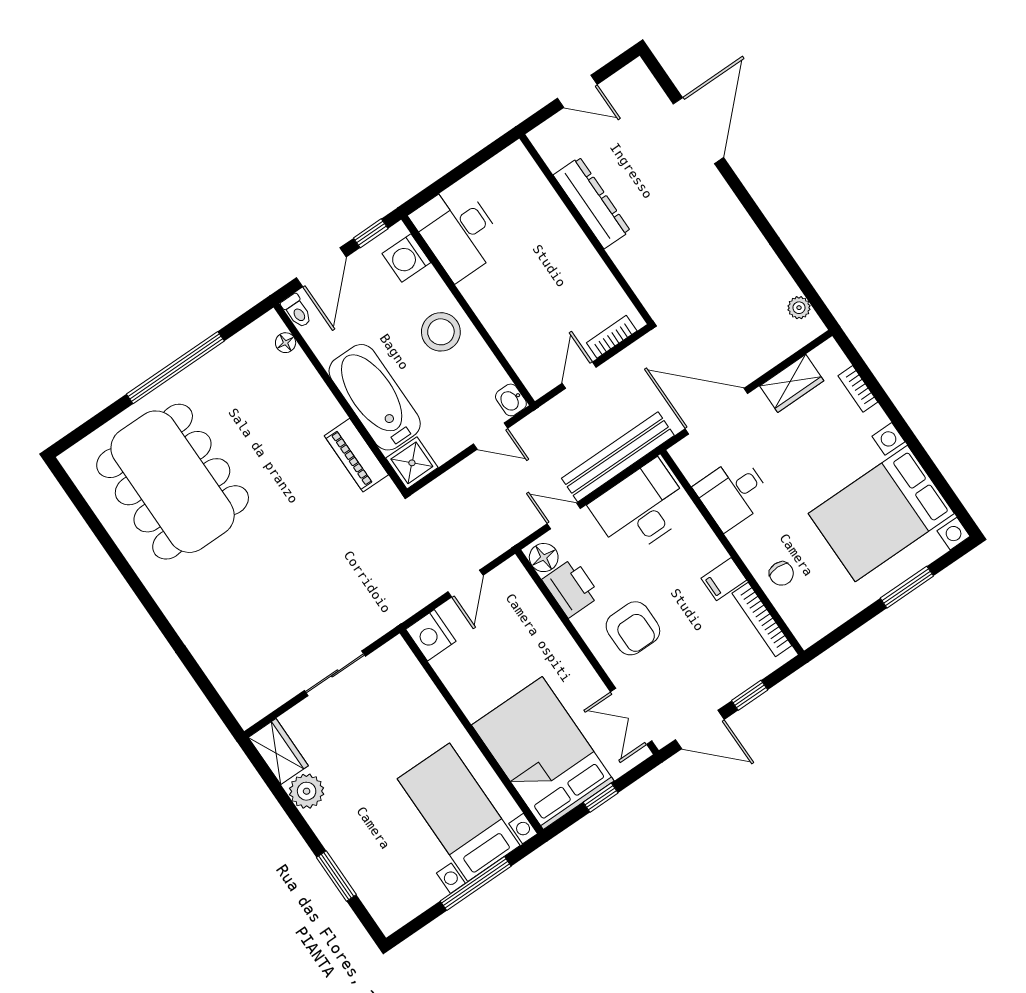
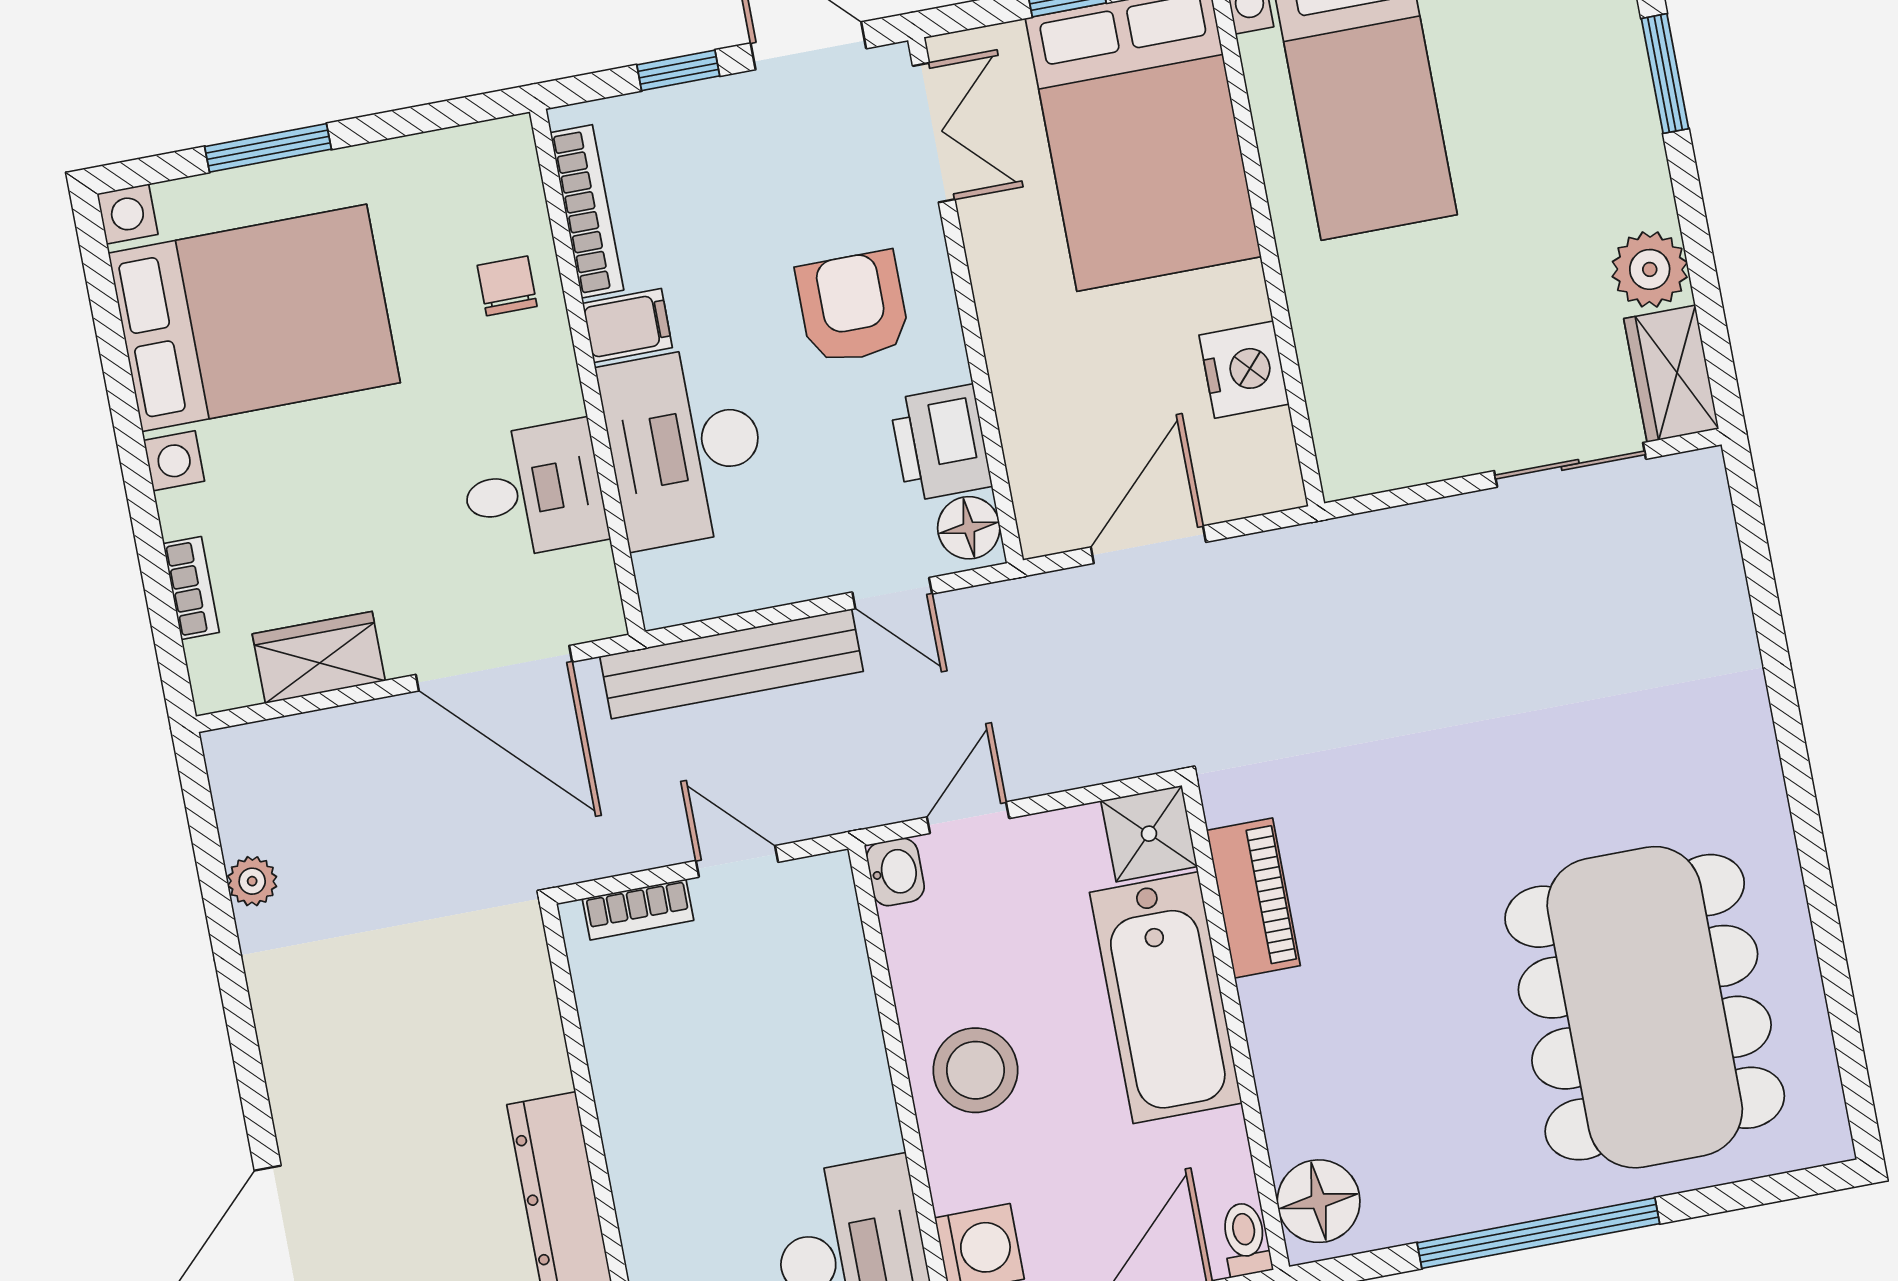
plant: (799, 308) -> (252, 881), moved
floor lamp: (286, 343) -> (1319, 1201), width x1.89, depth x1.89
door: (579, 375) -> (737, 861), swing flipped
door: (491, 436) -> (968, 818), hinge flipped
desk: (641, 508) -> (685, 446), moved, turned 90
door: (466, 584) -> (1148, 545), width x1.38
nightstand: (431, 635) -> (1244, 370), moved
sliding door: (335, 673) -> (1570, 465), moved

